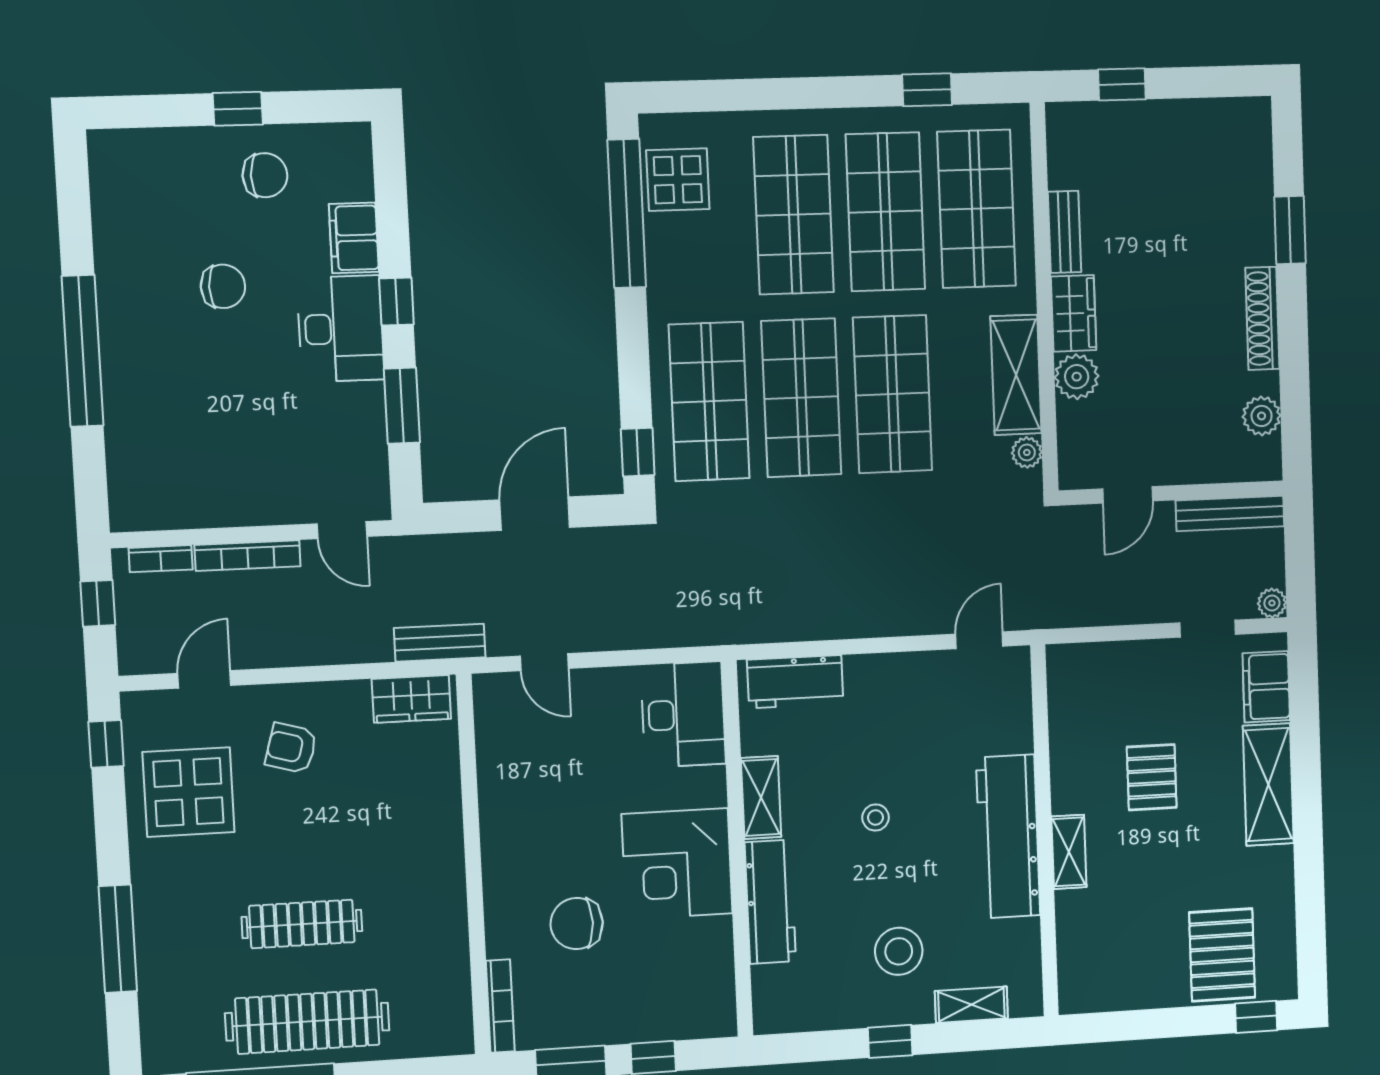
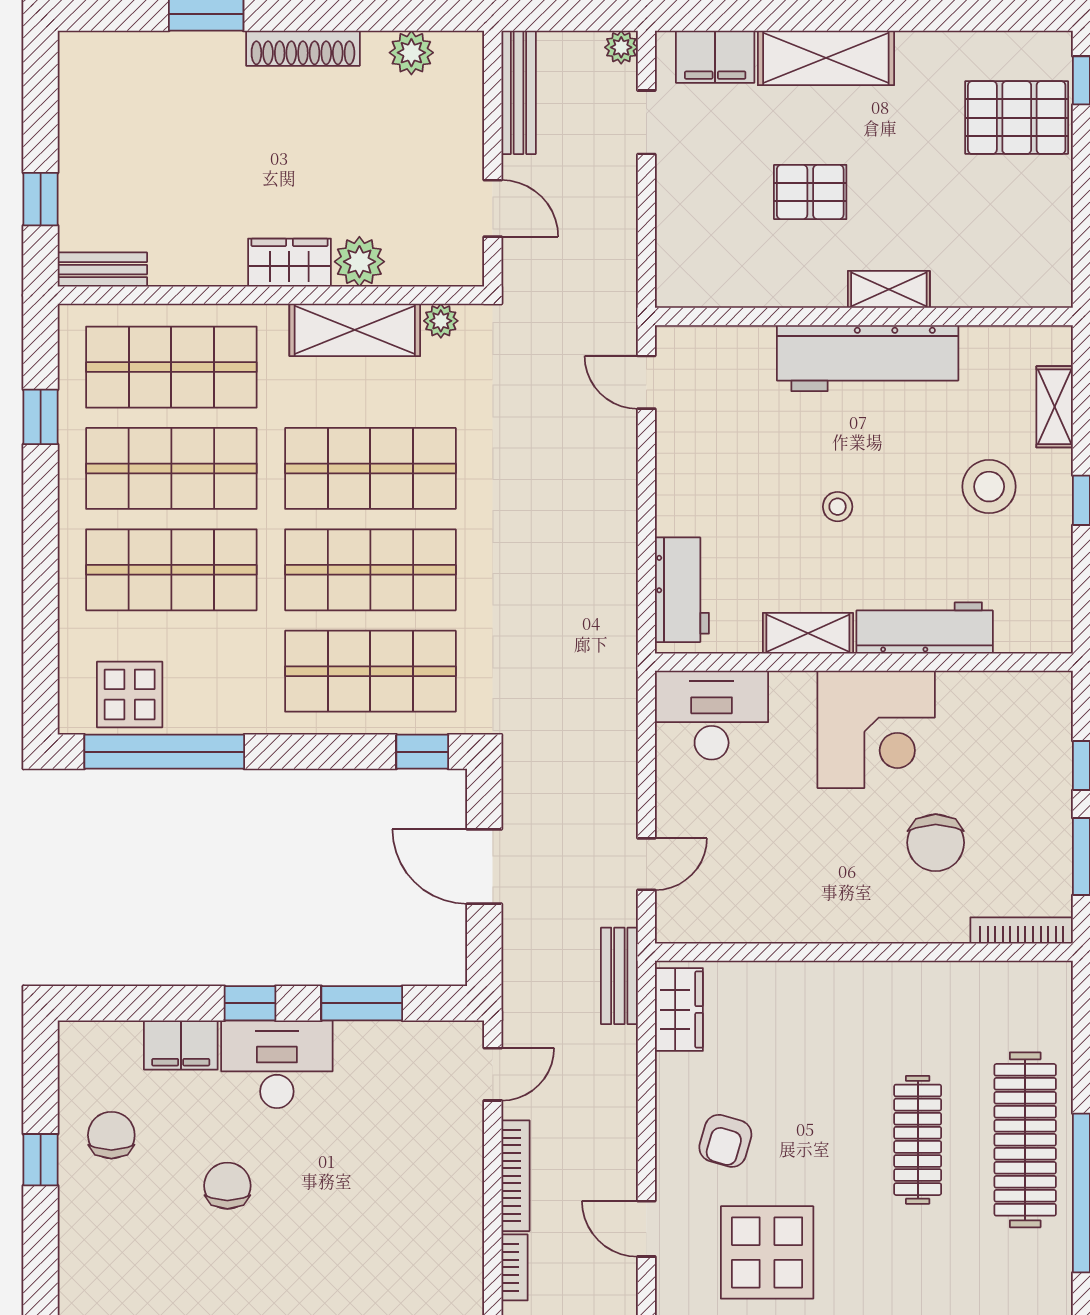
bench: (1064, 232) -> (102, 270), moved

